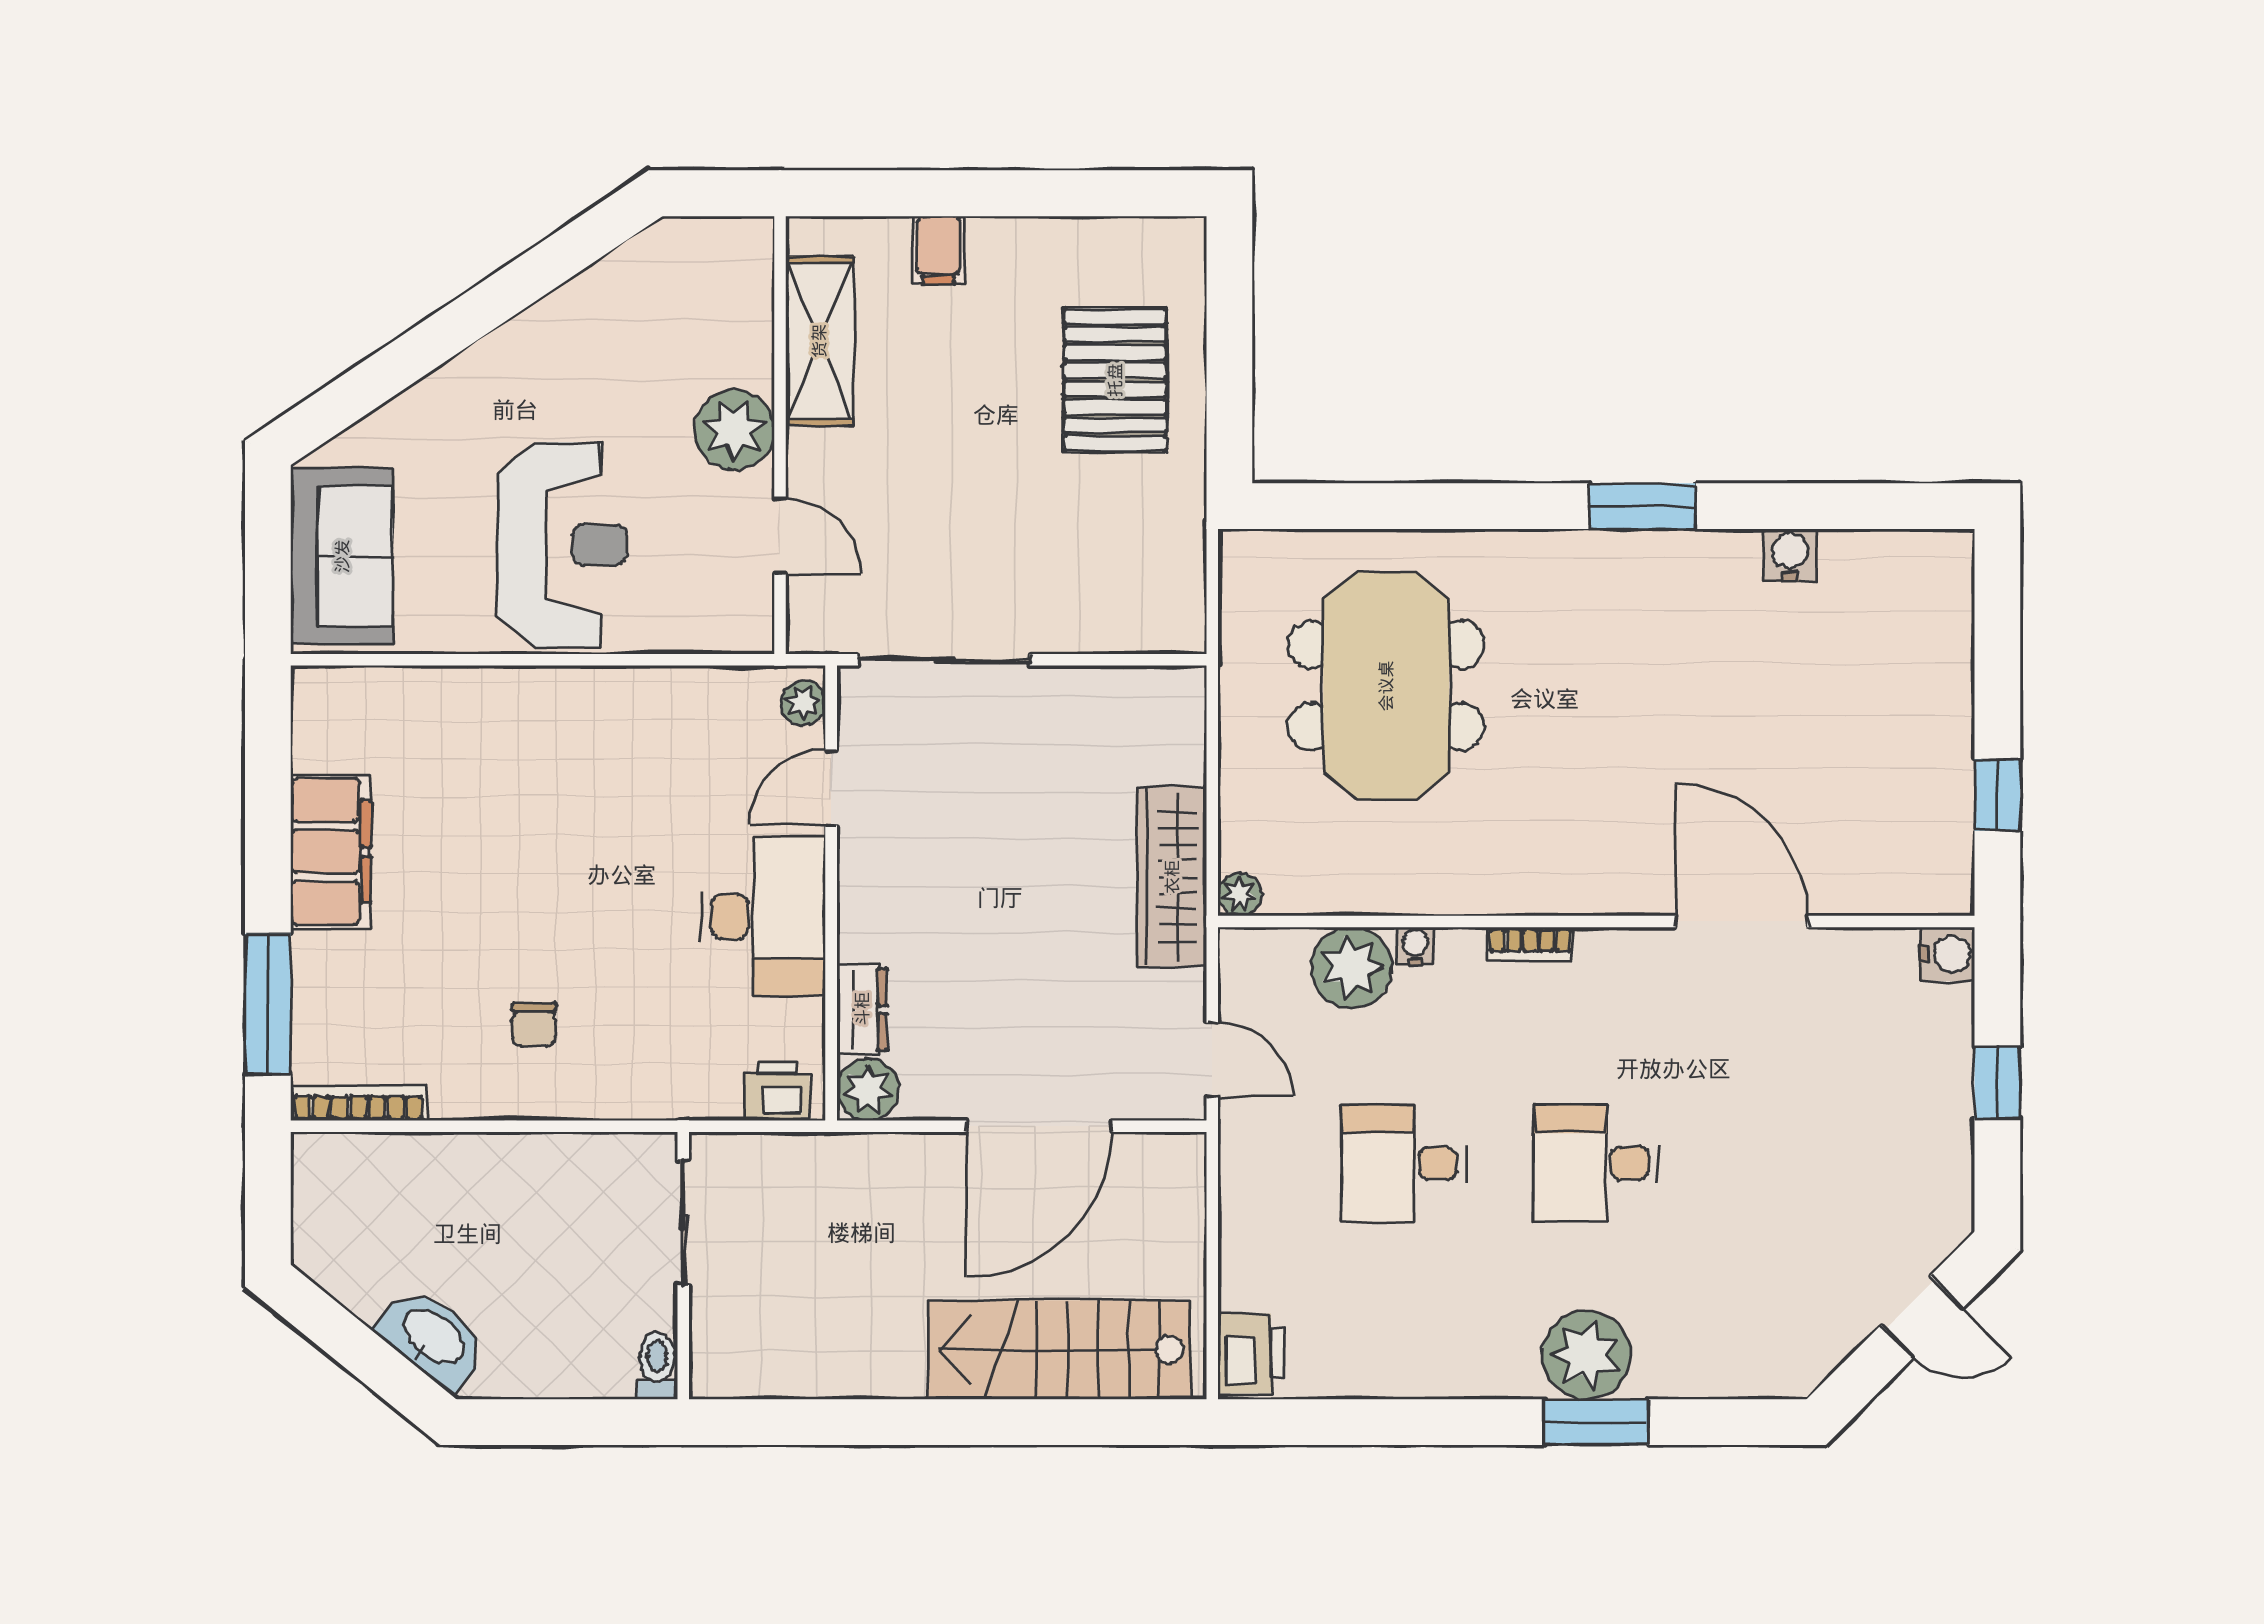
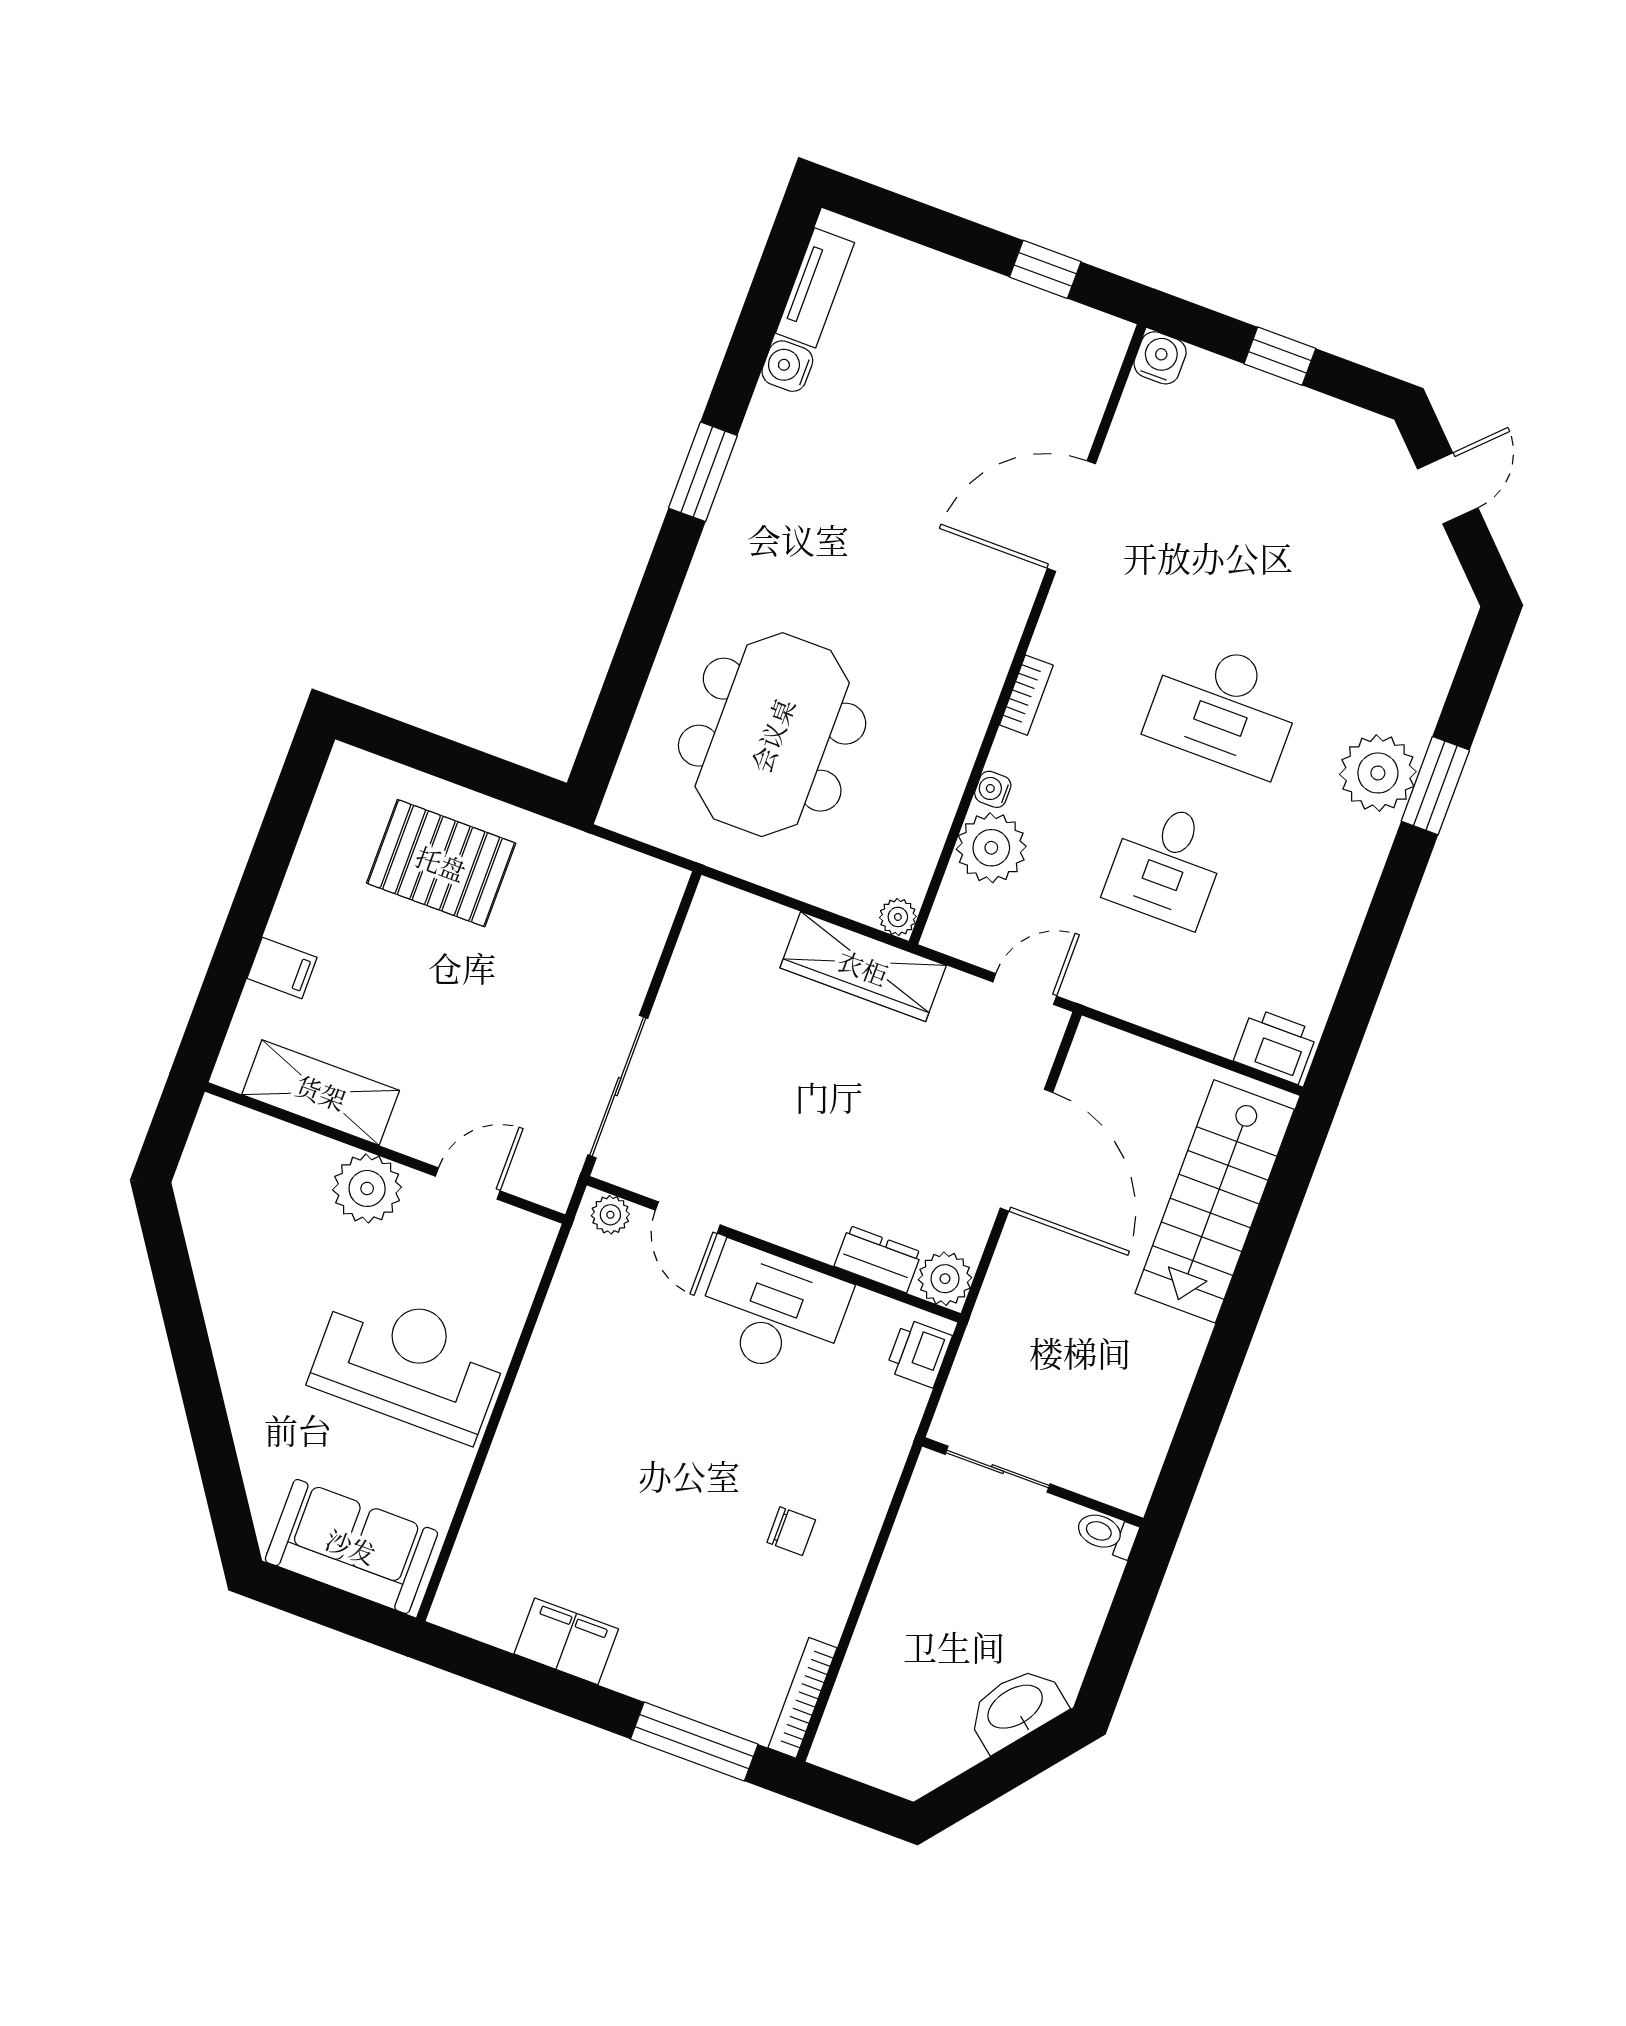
tv unit: (1885, 554) -> (815, 288), added
meeting table: (1386, 686) -> (772, 735), turned 90
filing cabinet: (331, 851) -> (566, 1641), width x0.67, depth x0.86
desk: (1596, 1163) -> (1225, 707), width x1.37

